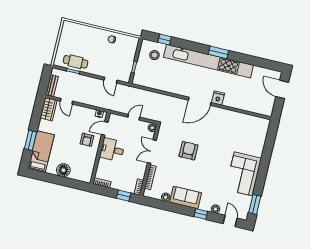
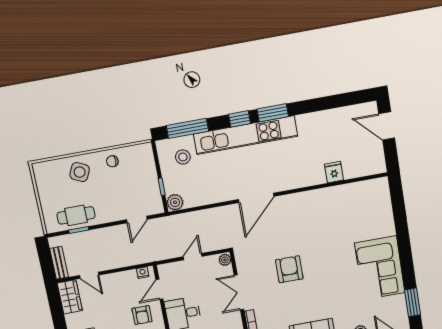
side table: (90, 37) -> (80, 172), added
window: (165, 40) -> (187, 128), width x2.17
window: (197, 47) -> (240, 119), added
kitchen unit: (208, 61) -> (245, 135), width x0.73
door: (110, 80) -> (137, 220), hinge flipped
plant: (138, 80) -> (175, 202), added
fridge: (218, 98) -> (334, 172), moved
door: (200, 101) -> (256, 198), moved

